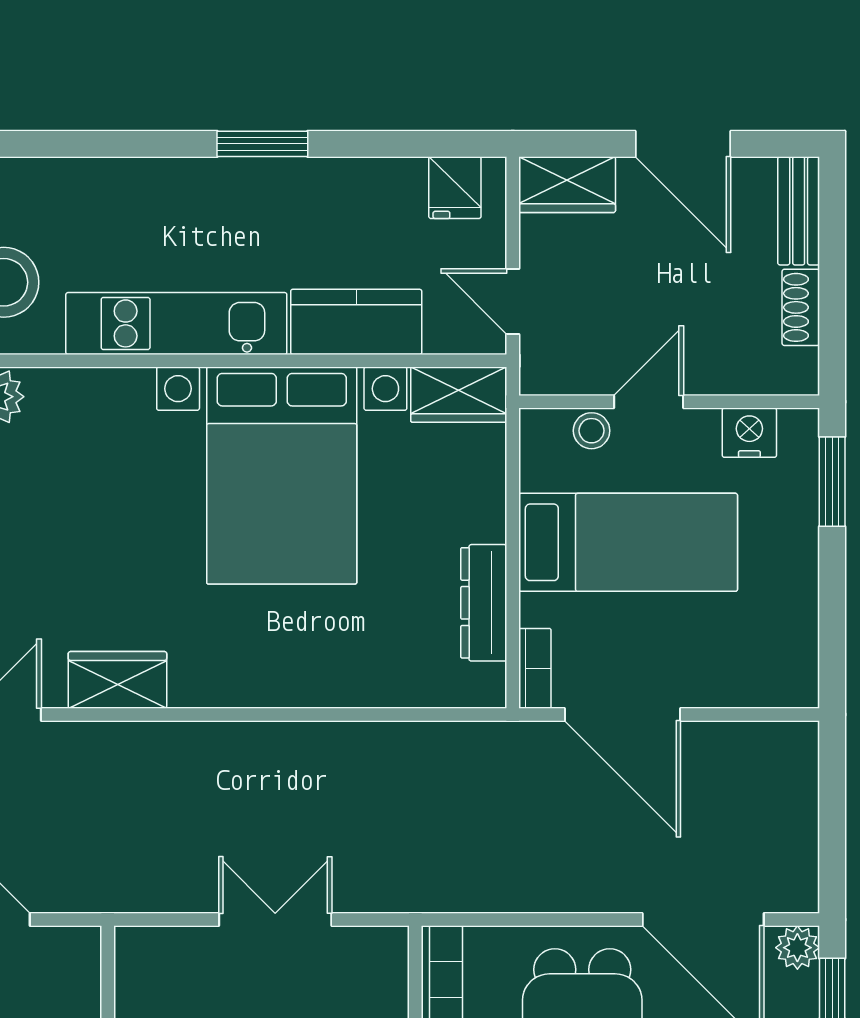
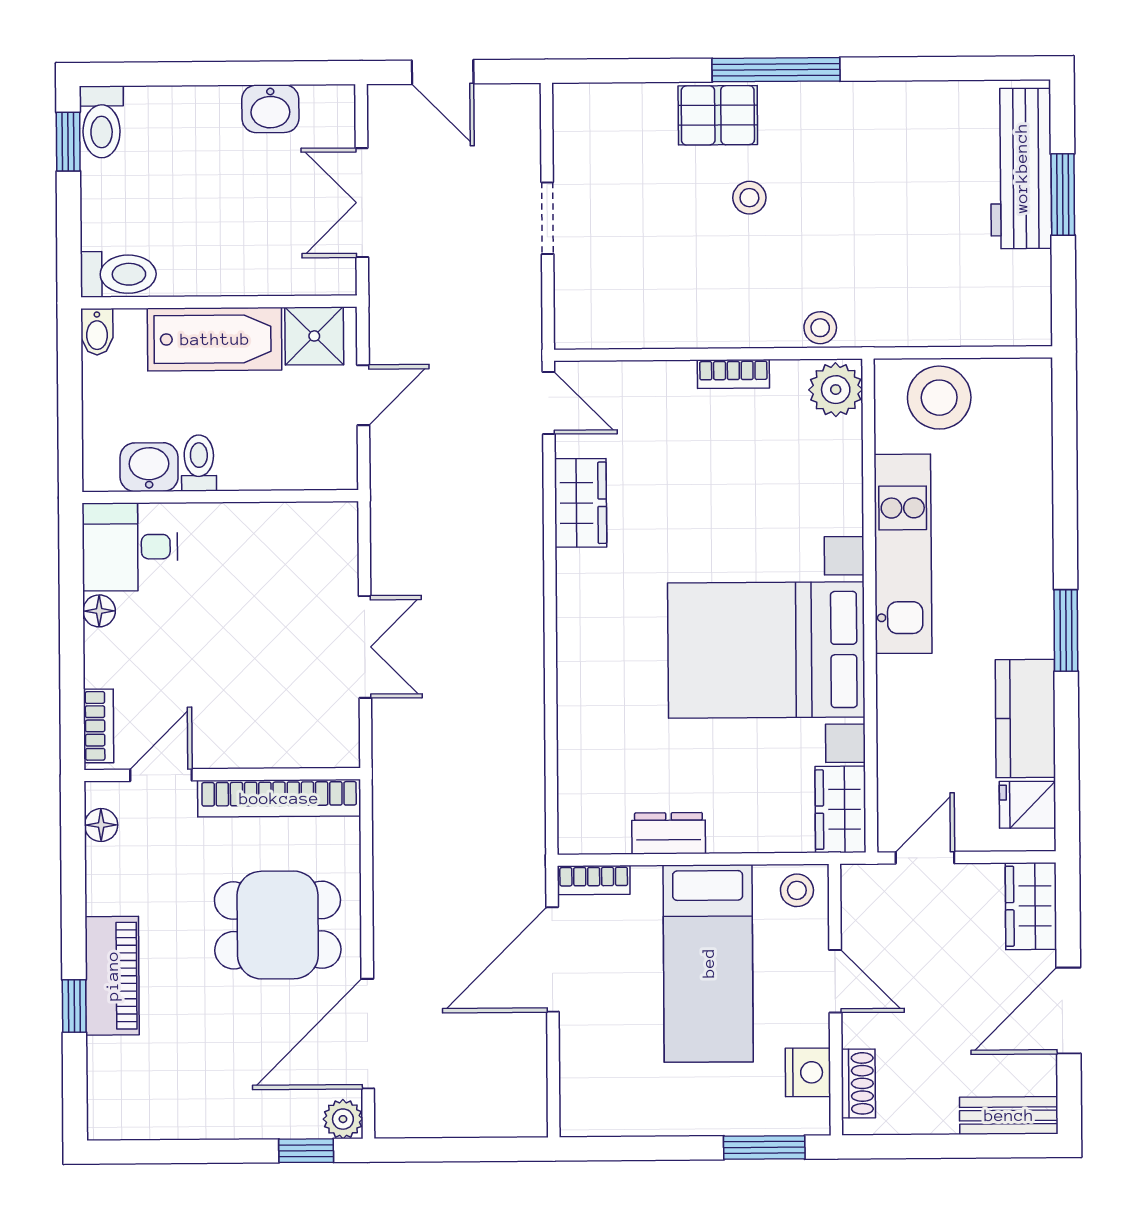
shoe rack: (801, 307) -> (858, 1083), moved, turned 90
kitchen counter: (356, 322) -> (1025, 718), moved, turned 180
stool: (592, 431) -> (797, 890), moved
dresser: (484, 603) -> (669, 833), width x0.70

